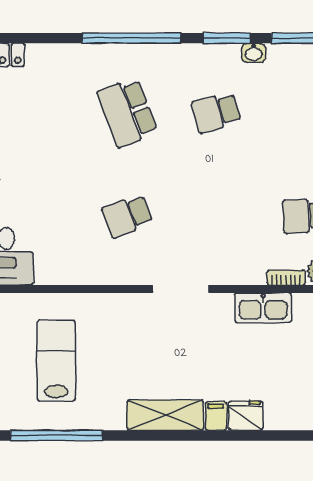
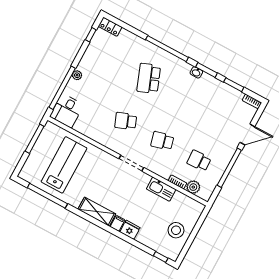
washbasin: (254, 53) -> (196, 72), moved
school desk: (216, 113) -> (162, 141), moved
lab bench: (56, 361) -> (64, 165), width x1.36, depth x1.39

